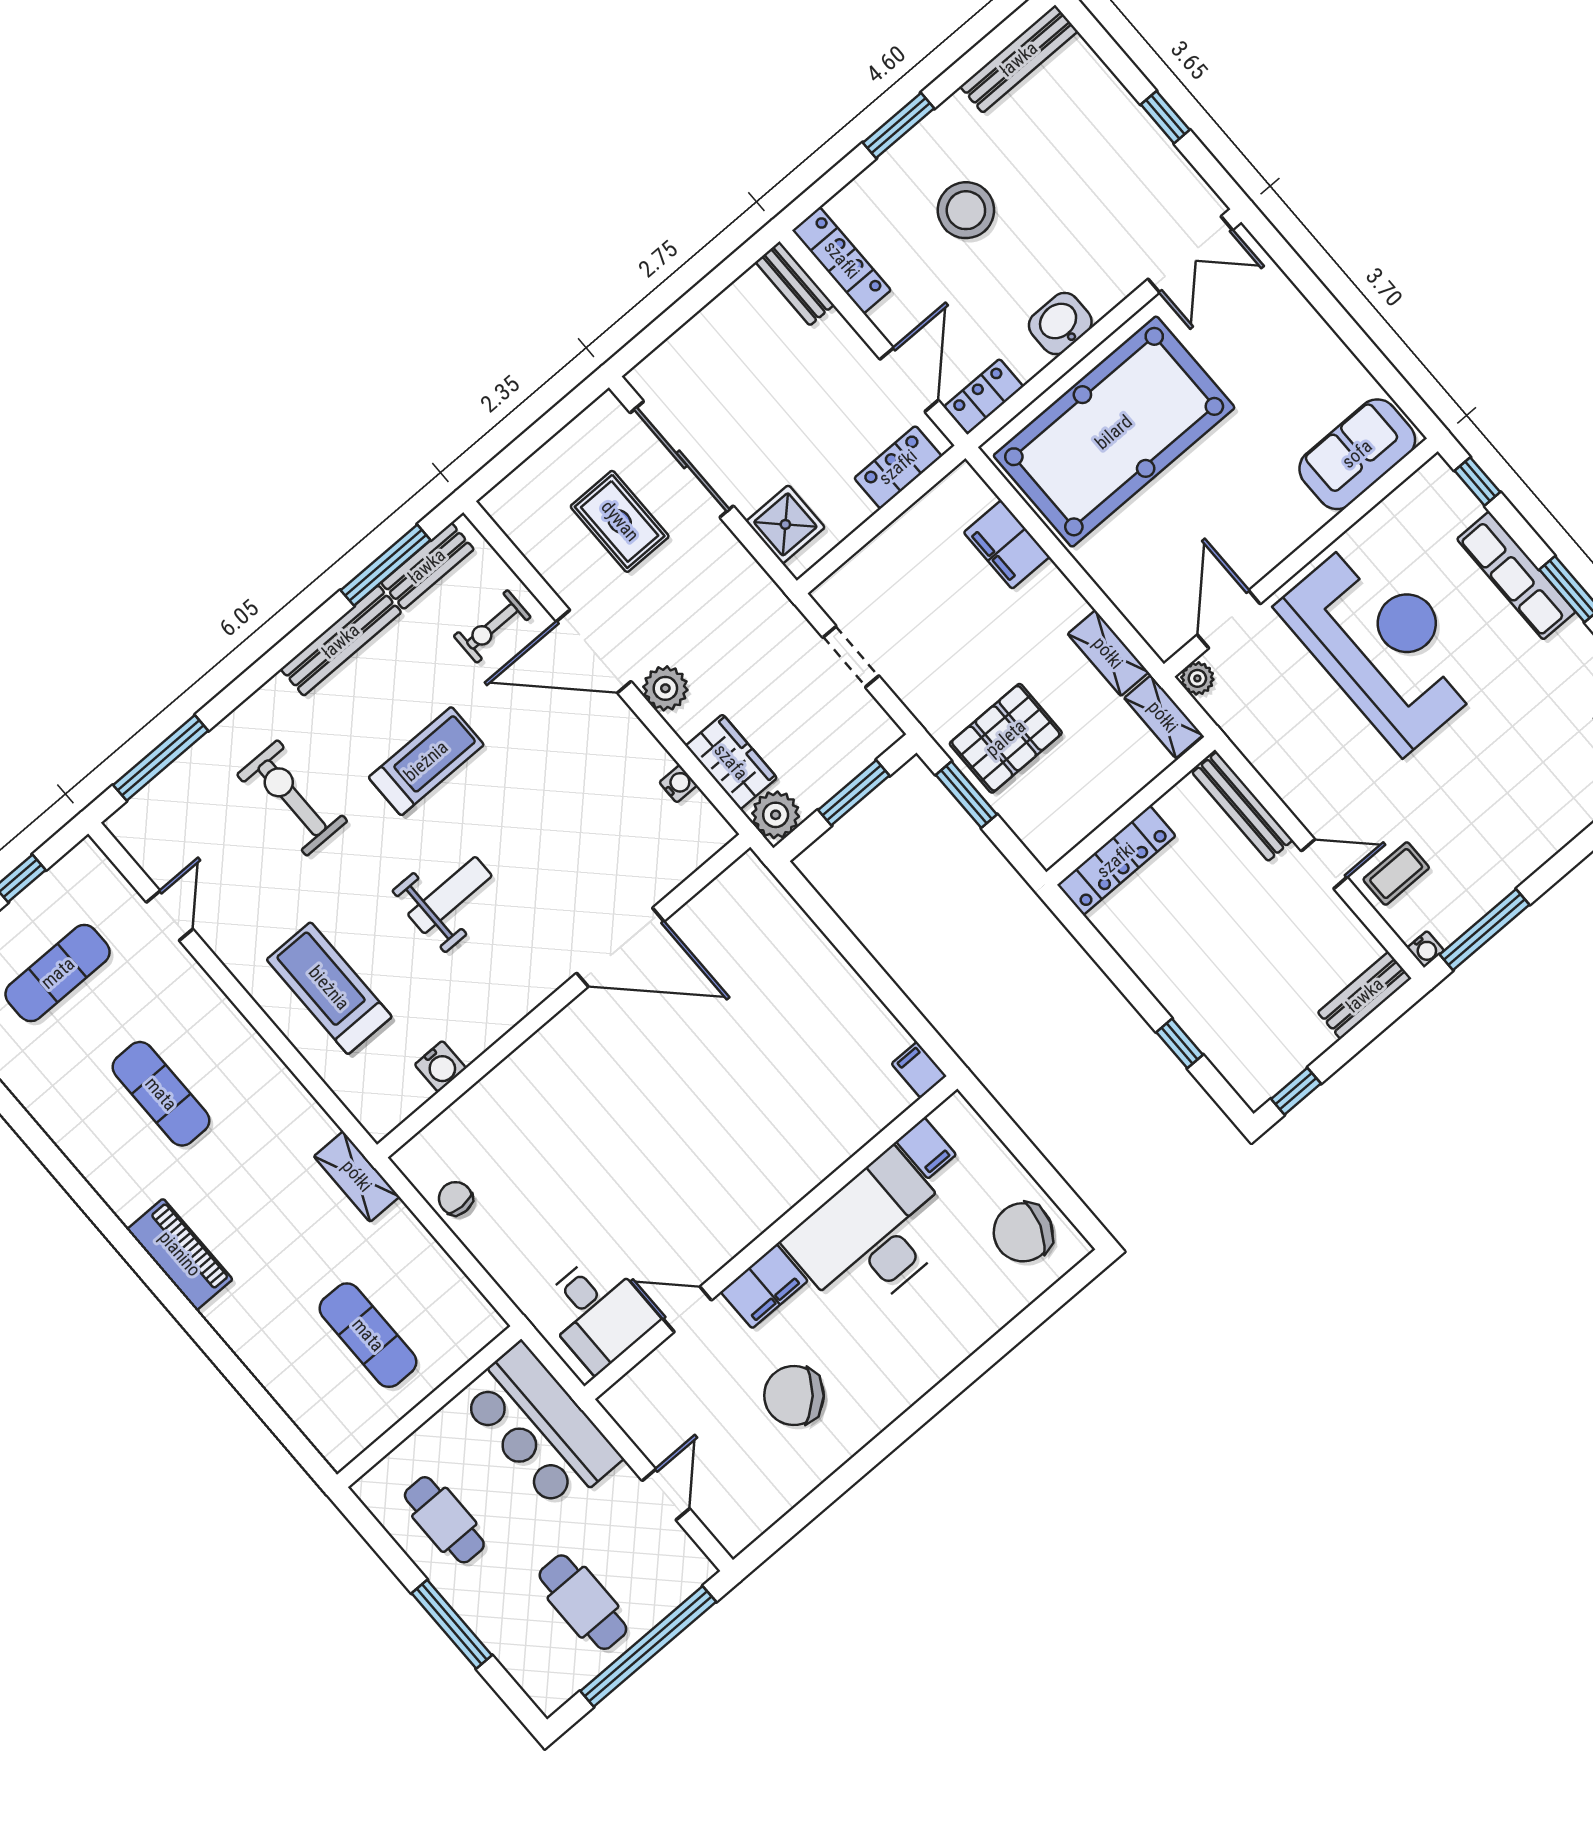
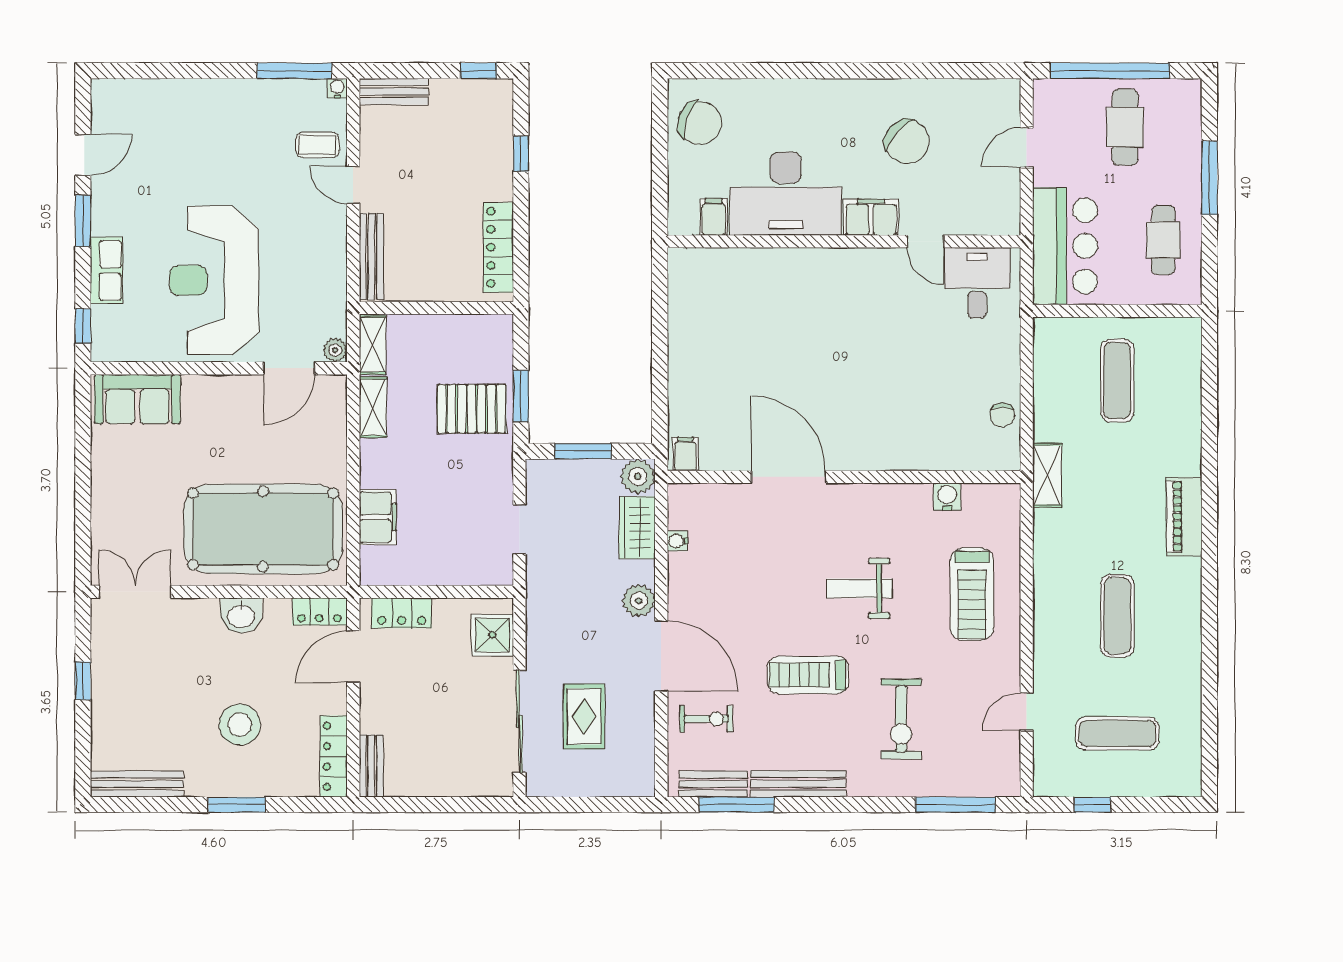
row of seats: (1516, 575) -> (106, 270), width x0.68
locker: (1116, 860) -> (498, 247), moved, turned -90
filing cabinet: (919, 1070) -> (685, 454), moved, turned 180

